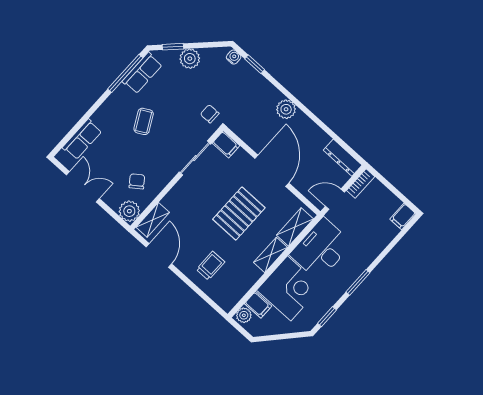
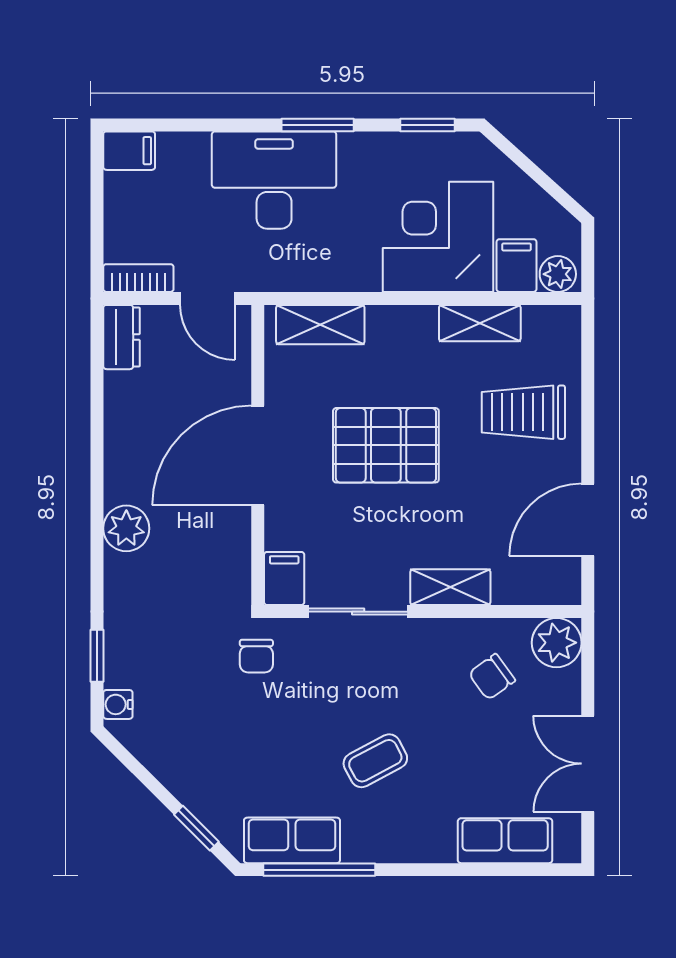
plant: (190, 59) -> (190, 779), removed
dresser: (343, 158) -> (121, 337), width x0.70
shelving: (153, 220) -> (450, 587), moved
desk: (321, 249) -> (274, 180), moved, turned 180
shelving: (271, 255) -> (480, 323), moved
trolley: (211, 266) -> (523, 412), width x1.36, depth x1.39

